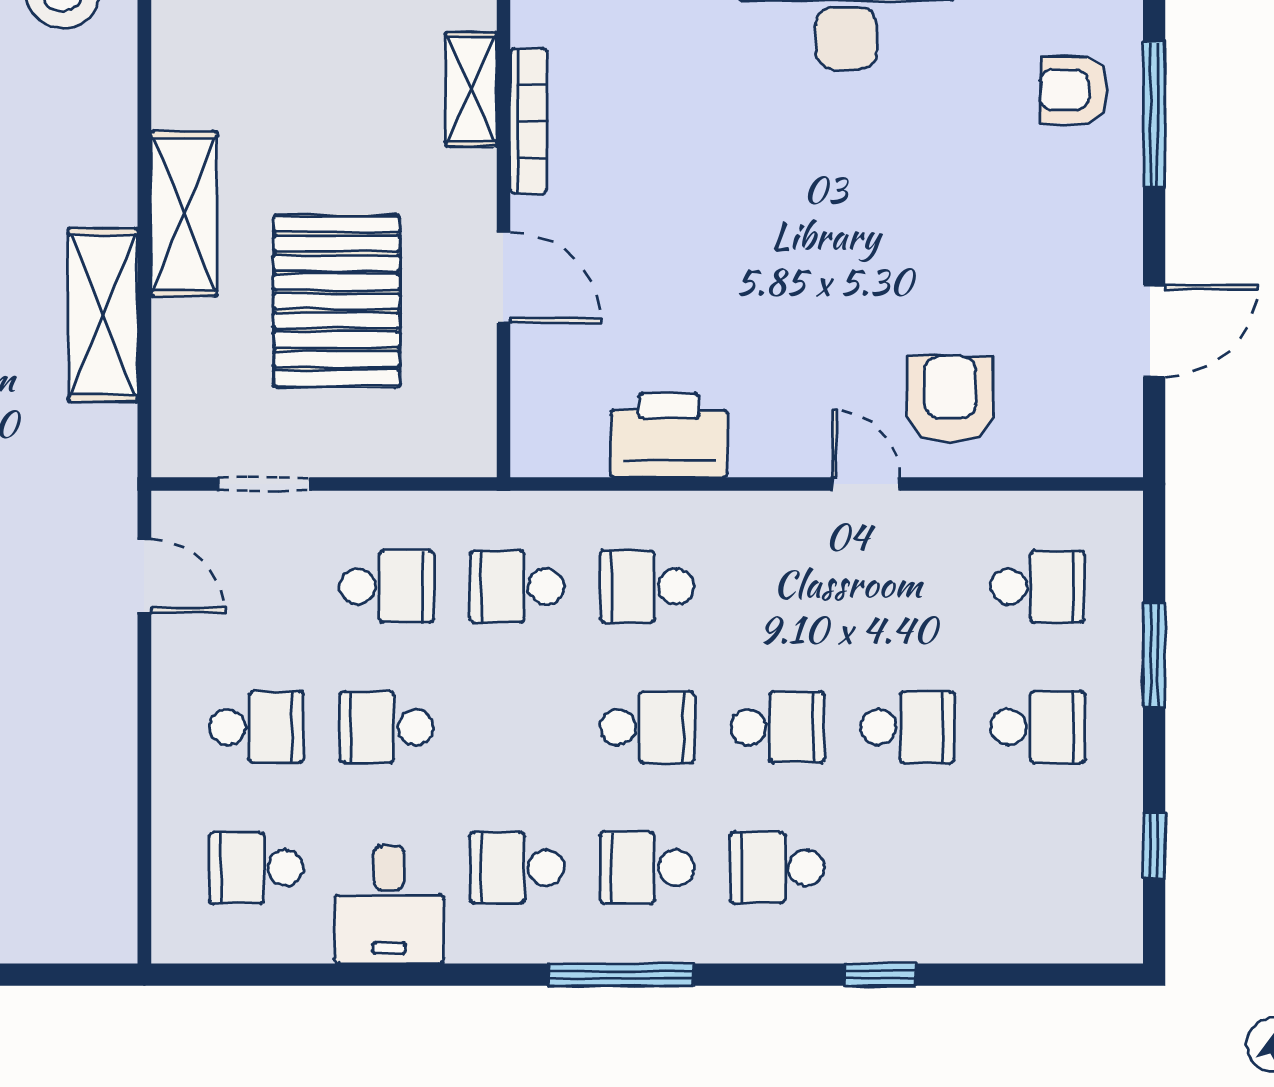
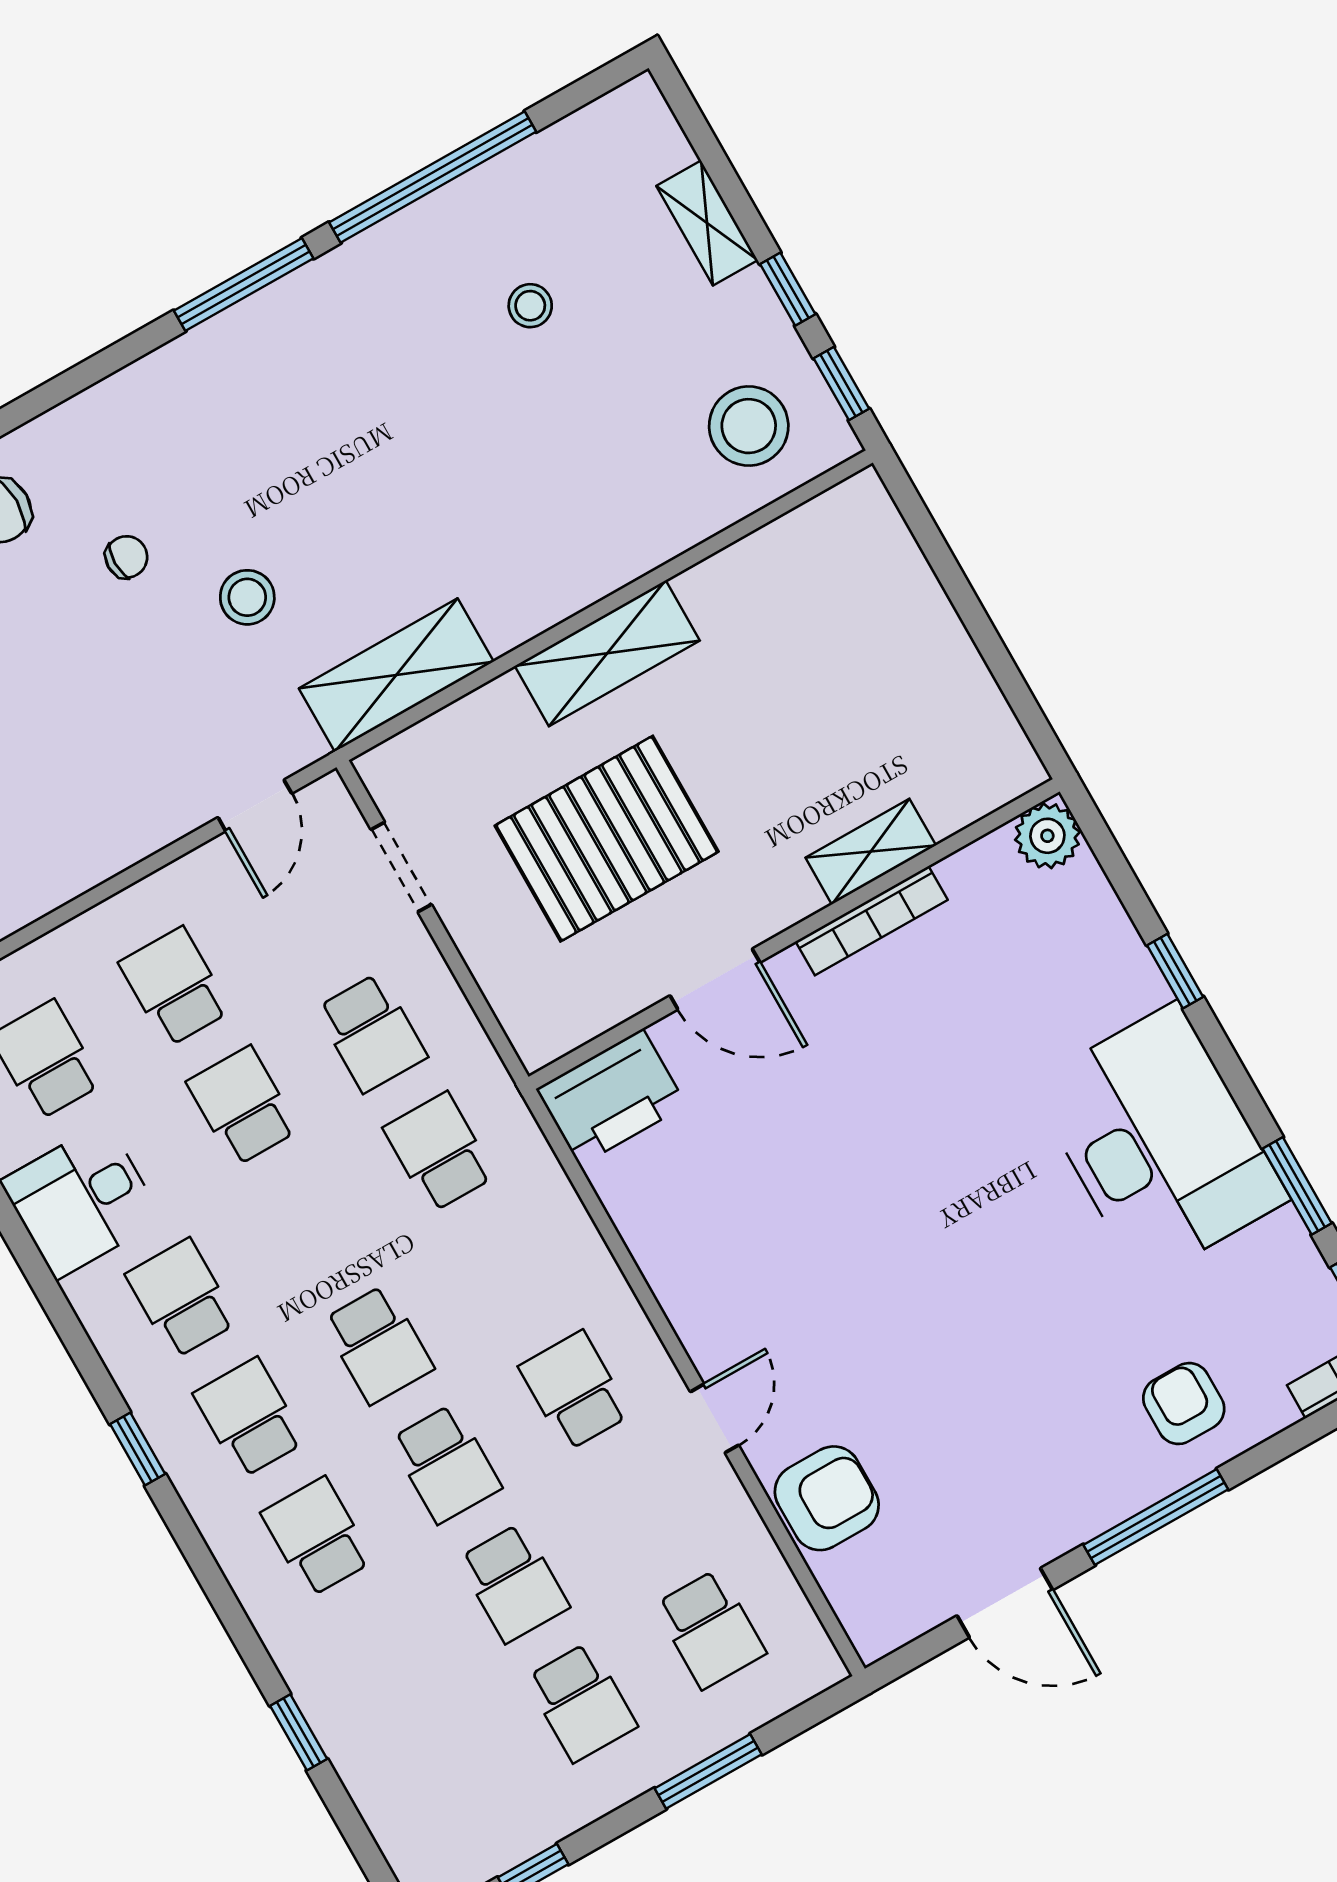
window: (1154, 115) -> (1156, 1517), moved
door: (503, 278) -> (715, 979), hinge flipped
shelving: (103, 315) -> (396, 675), moved
armchair: (950, 399) -> (827, 1498), moved
printer: (669, 435) -> (611, 1097), moved, turned 90
school desk: (647, 587) -> (575, 1391), moved
school desk: (256, 727) -> (175, 987), turned 180
window: (621, 975) -> (138, 1449), width x0.46
window: (880, 975) -> (299, 1732), moved

